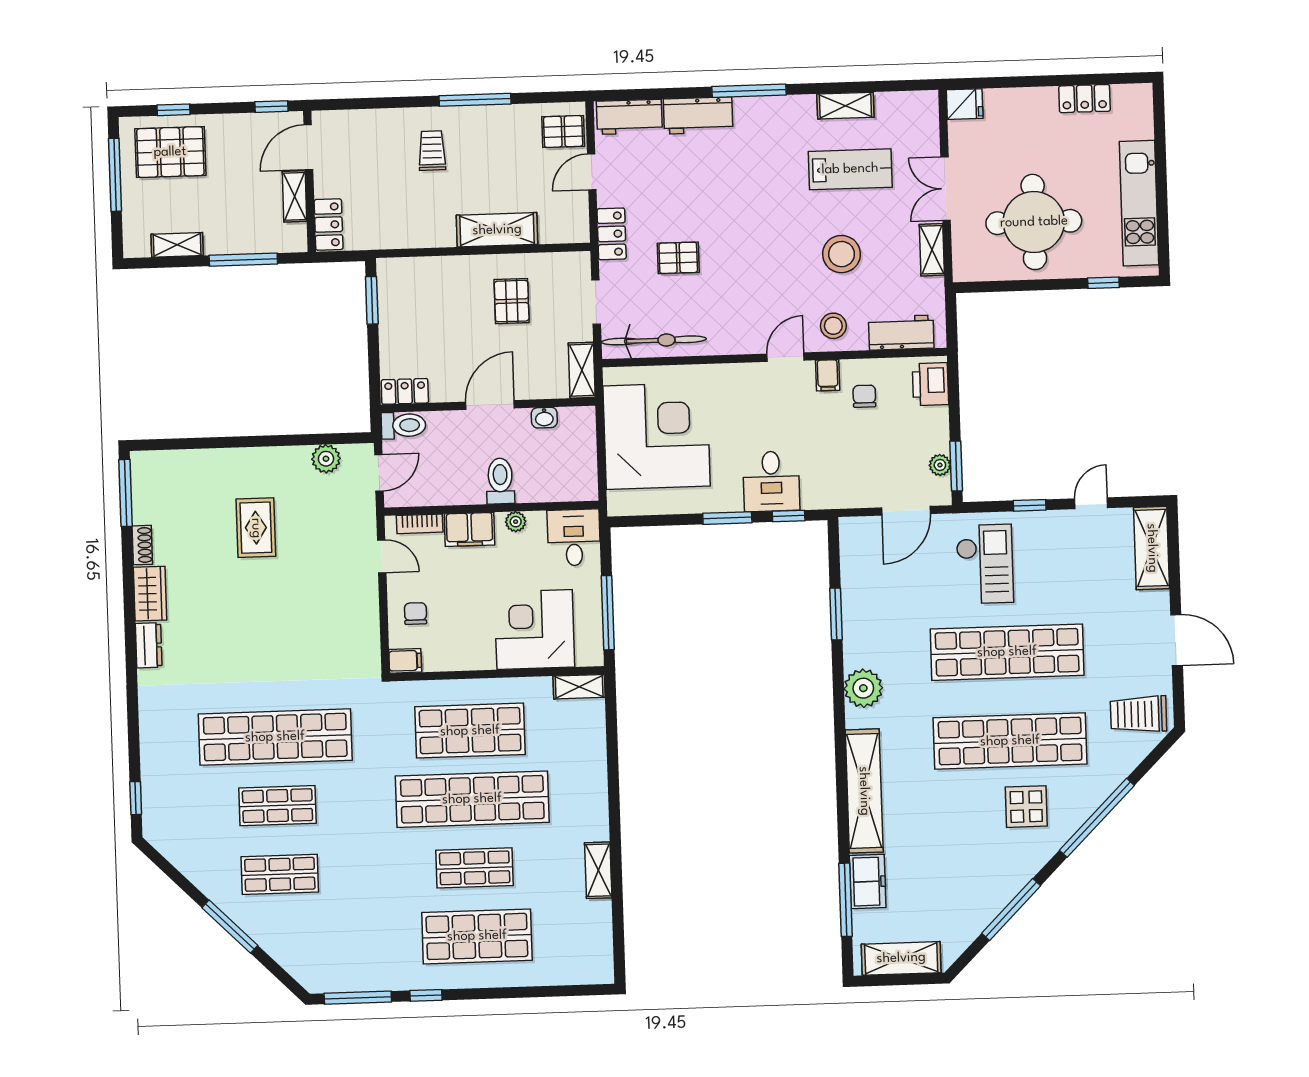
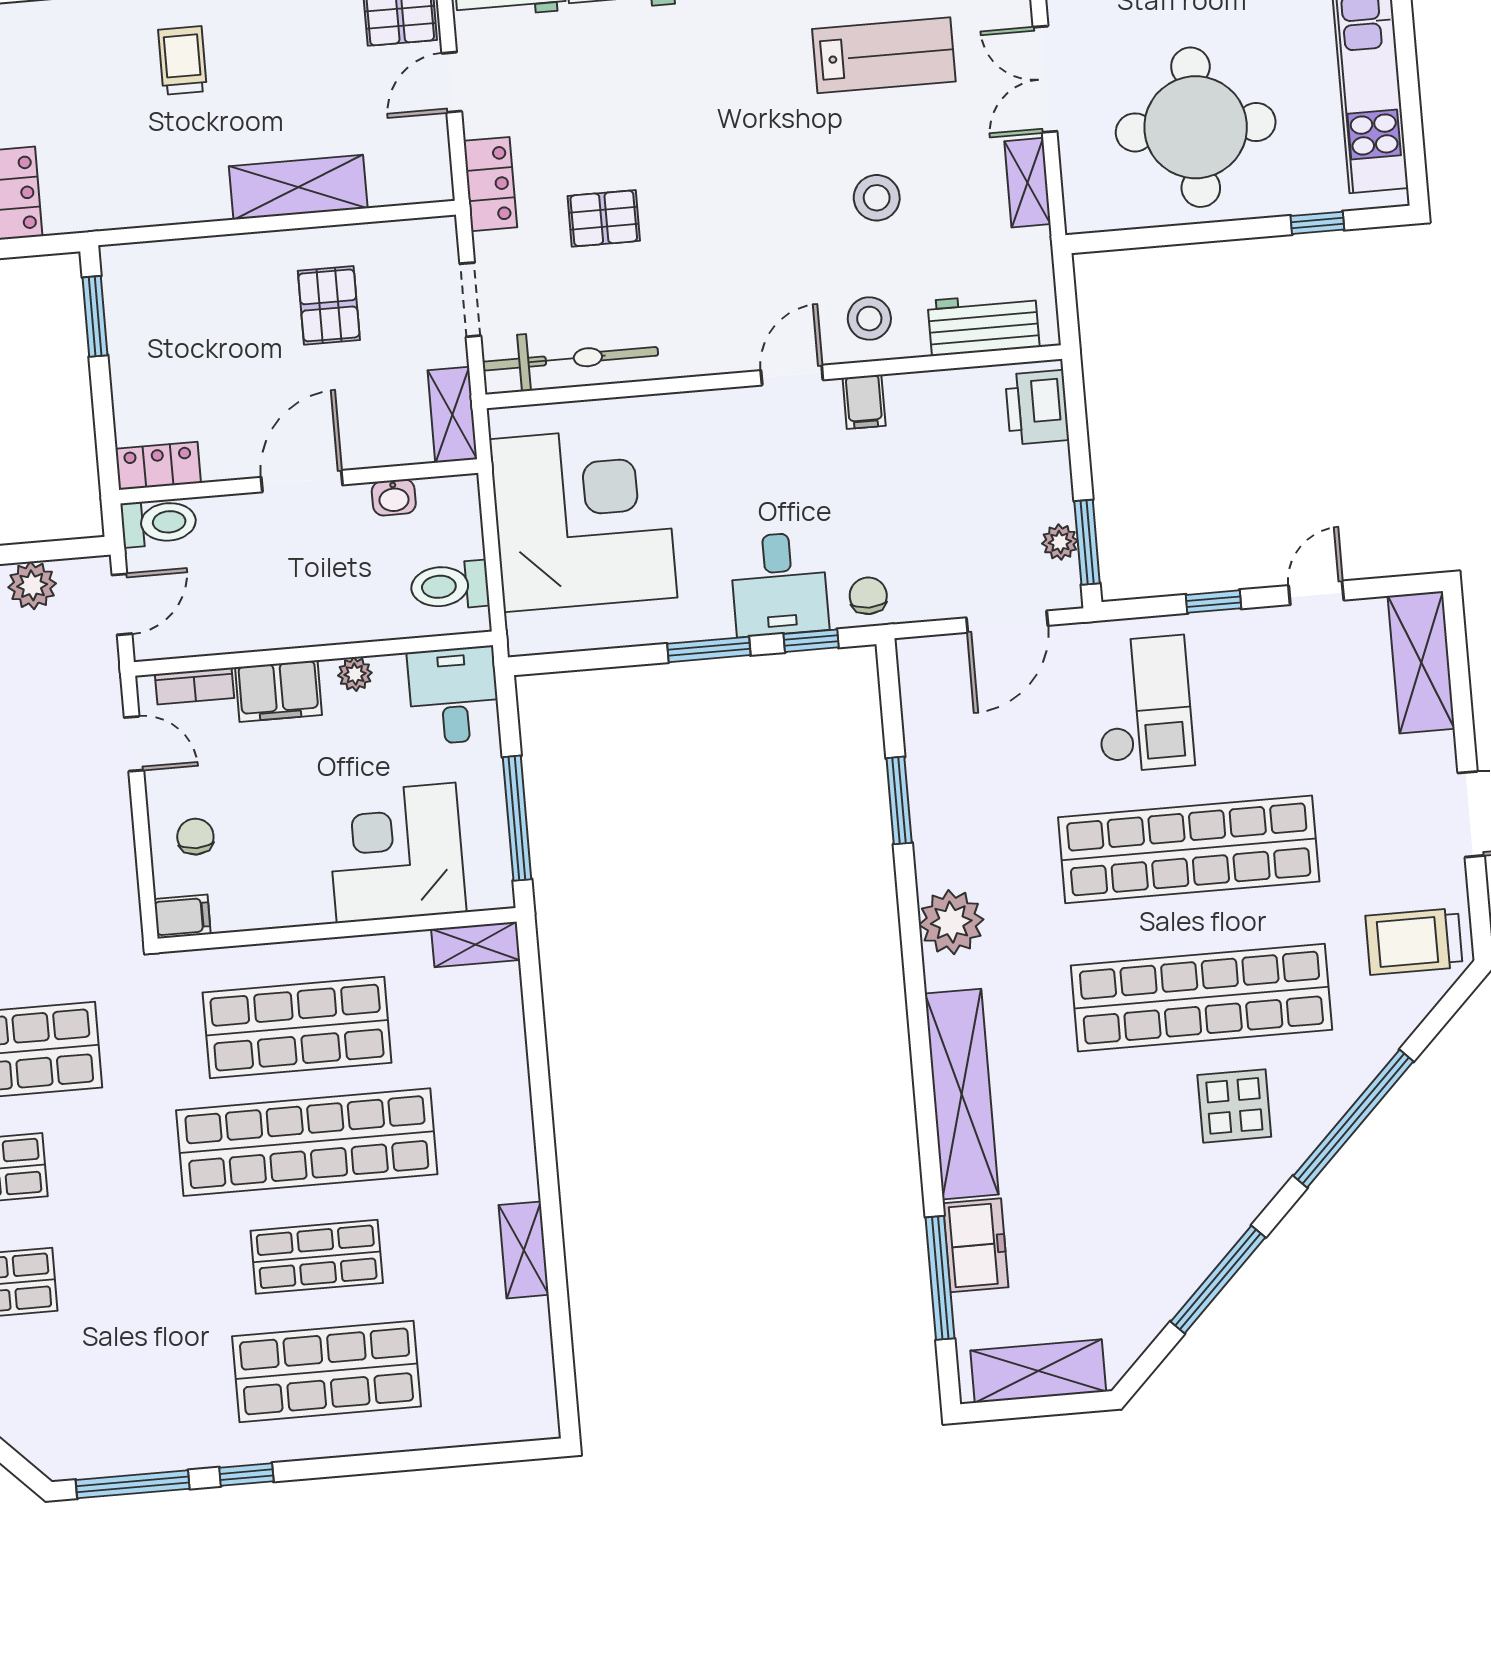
stool: (842, 254) -> (877, 198), width x0.73, depth x0.73
chair: (864, 396) -> (868, 596), moved
toilet: (500, 481) -> (450, 586), moved, turned -90

